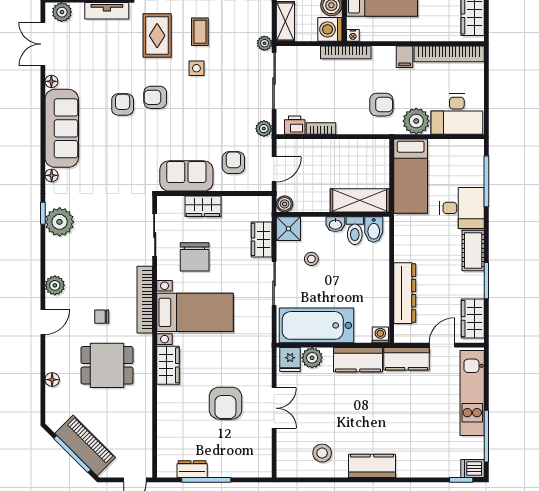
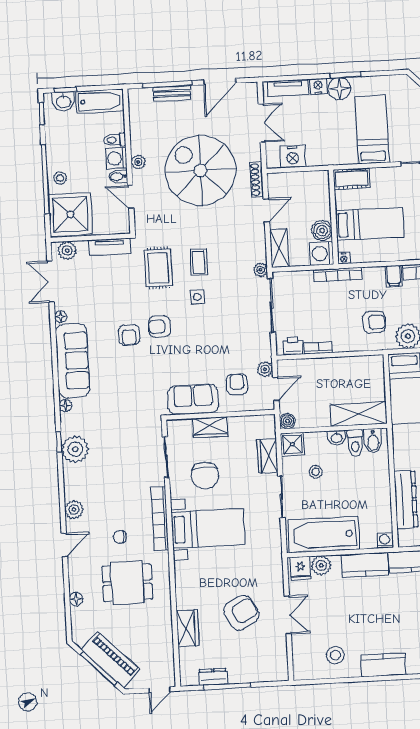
armchair: (123, 104) -> (129, 335), turned 180
plant: (264, 129) -> (265, 369), moved
wardrobe: (168, 365) -> (188, 628), moved
armchair: (225, 403) -> (241, 613), turned -119

